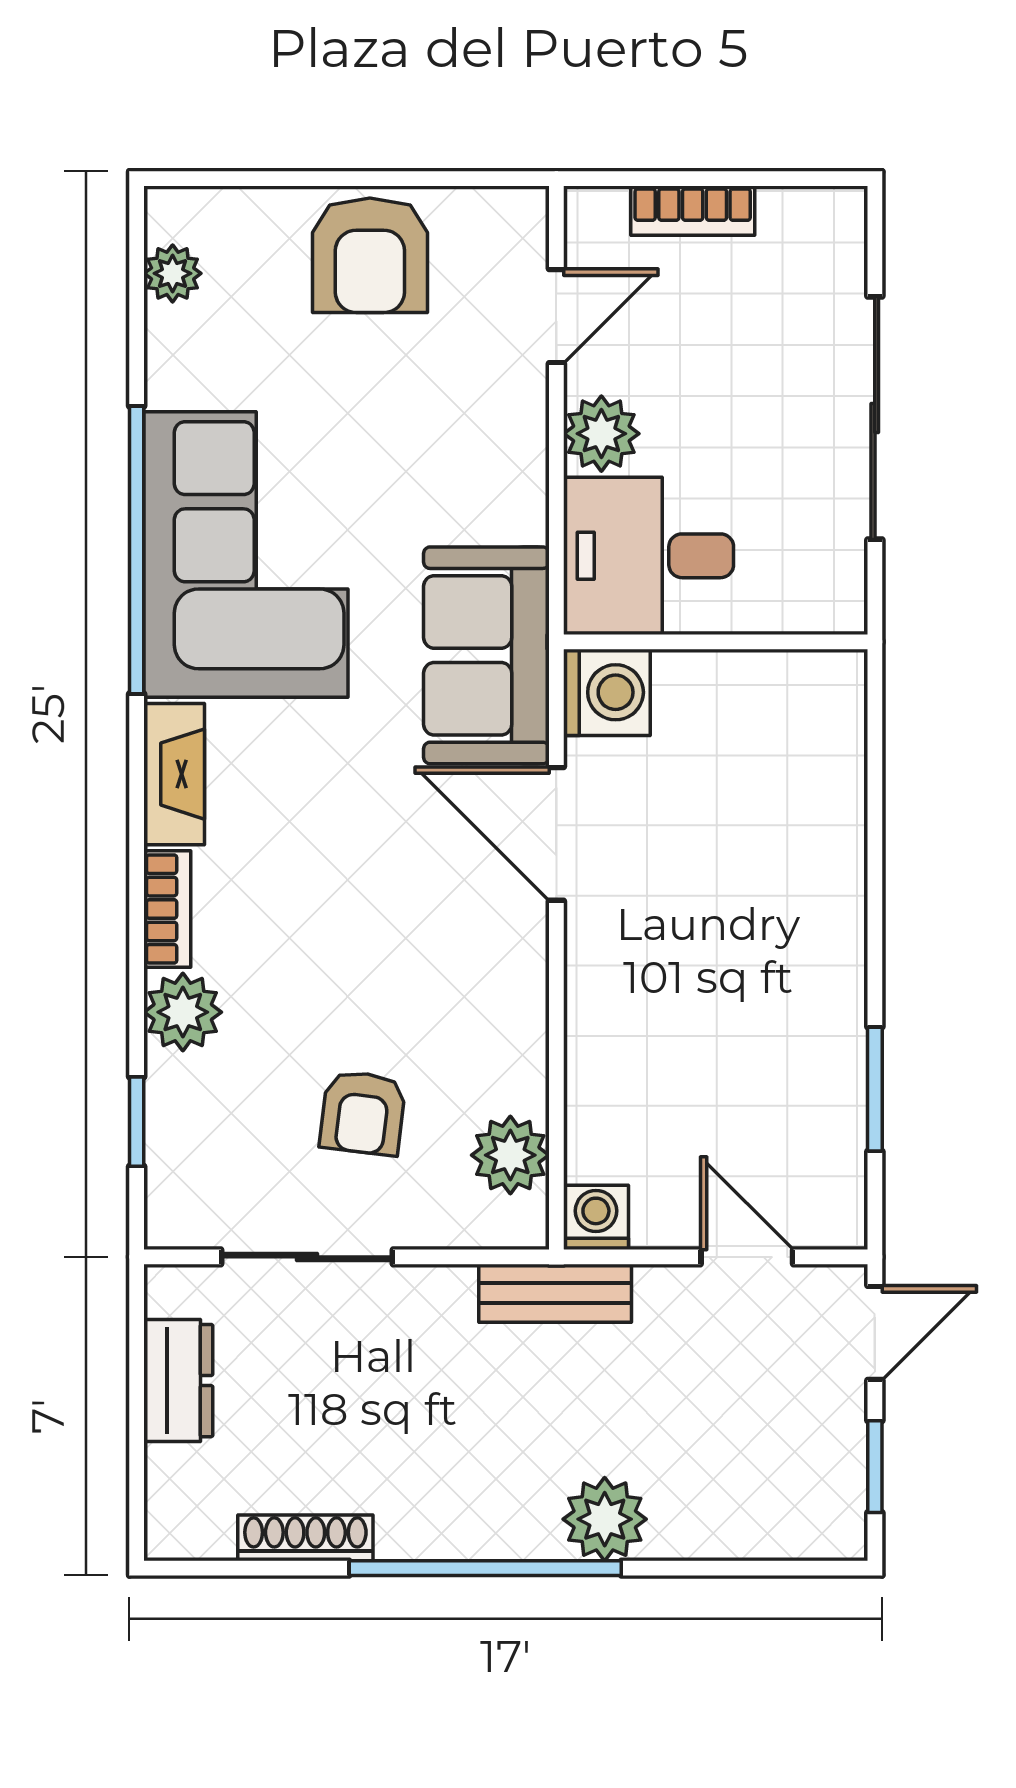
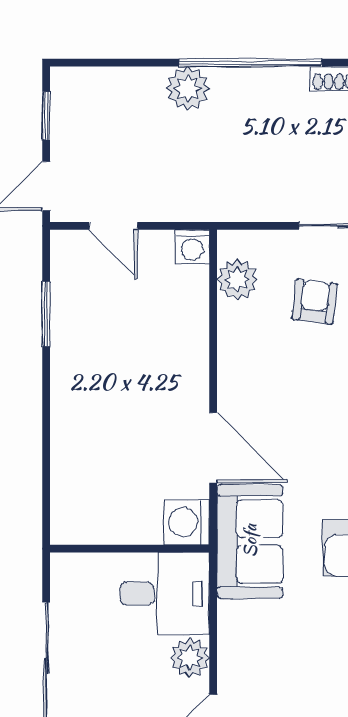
bench: (555, 1293) -> (214, 207), removed

